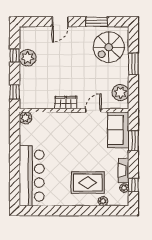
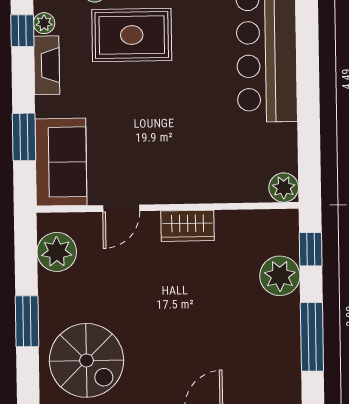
spiral stairs: (109, 47) -> (86, 360), turned 90
window: (15, 56) -> (312, 337), width x2.17
plant: (28, 58) -> (280, 276), moved

